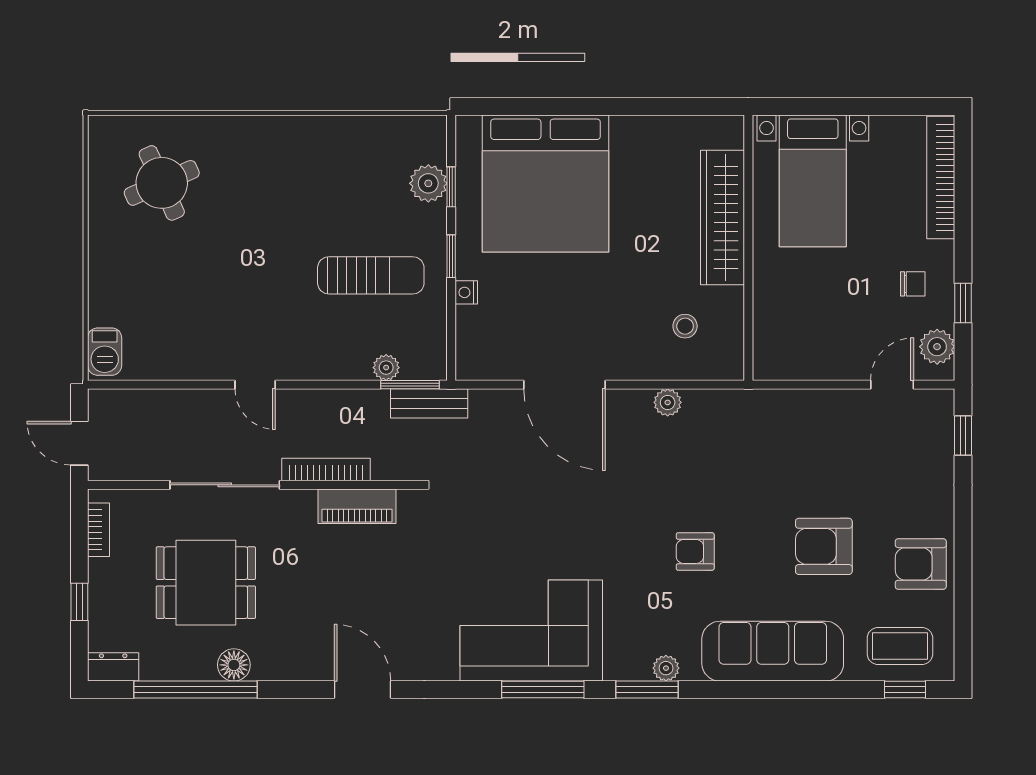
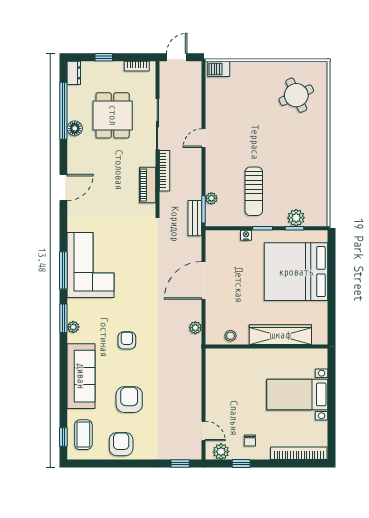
wardrobe: (723, 217) -> (280, 335), moved
wall: (748, 248) -> (266, 346), moved

